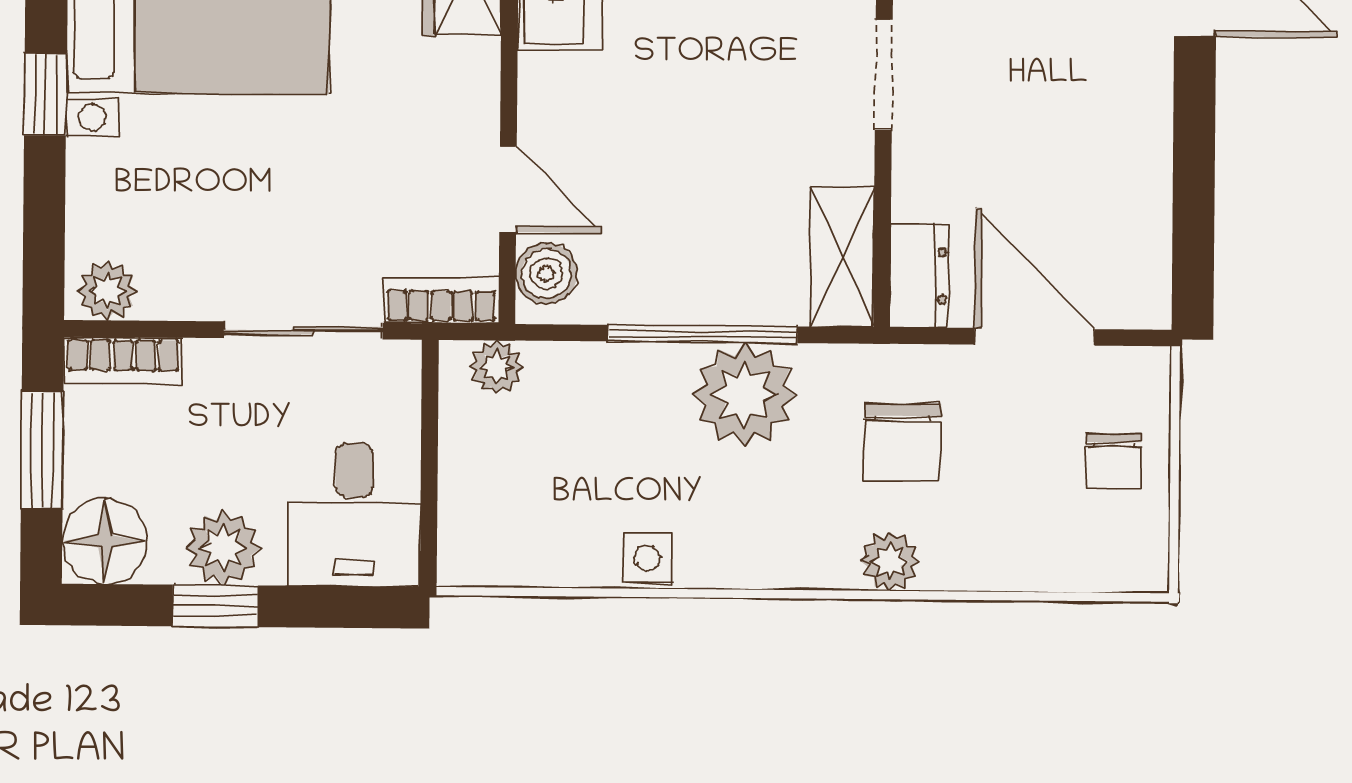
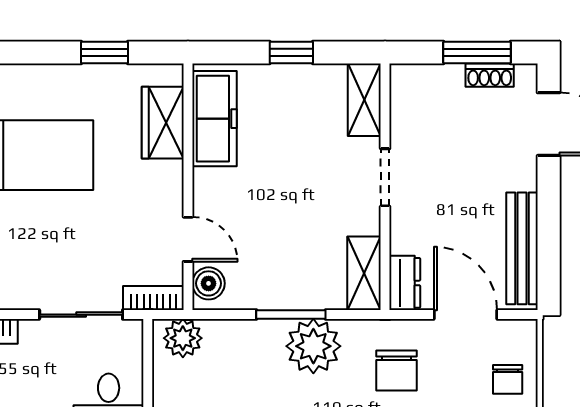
bench: (1143, 212) -> (522, 248), added
window: (702, 334) -> (291, 315), width x0.69
plant: (497, 367) -> (183, 338), width x1.38, depth x1.38

